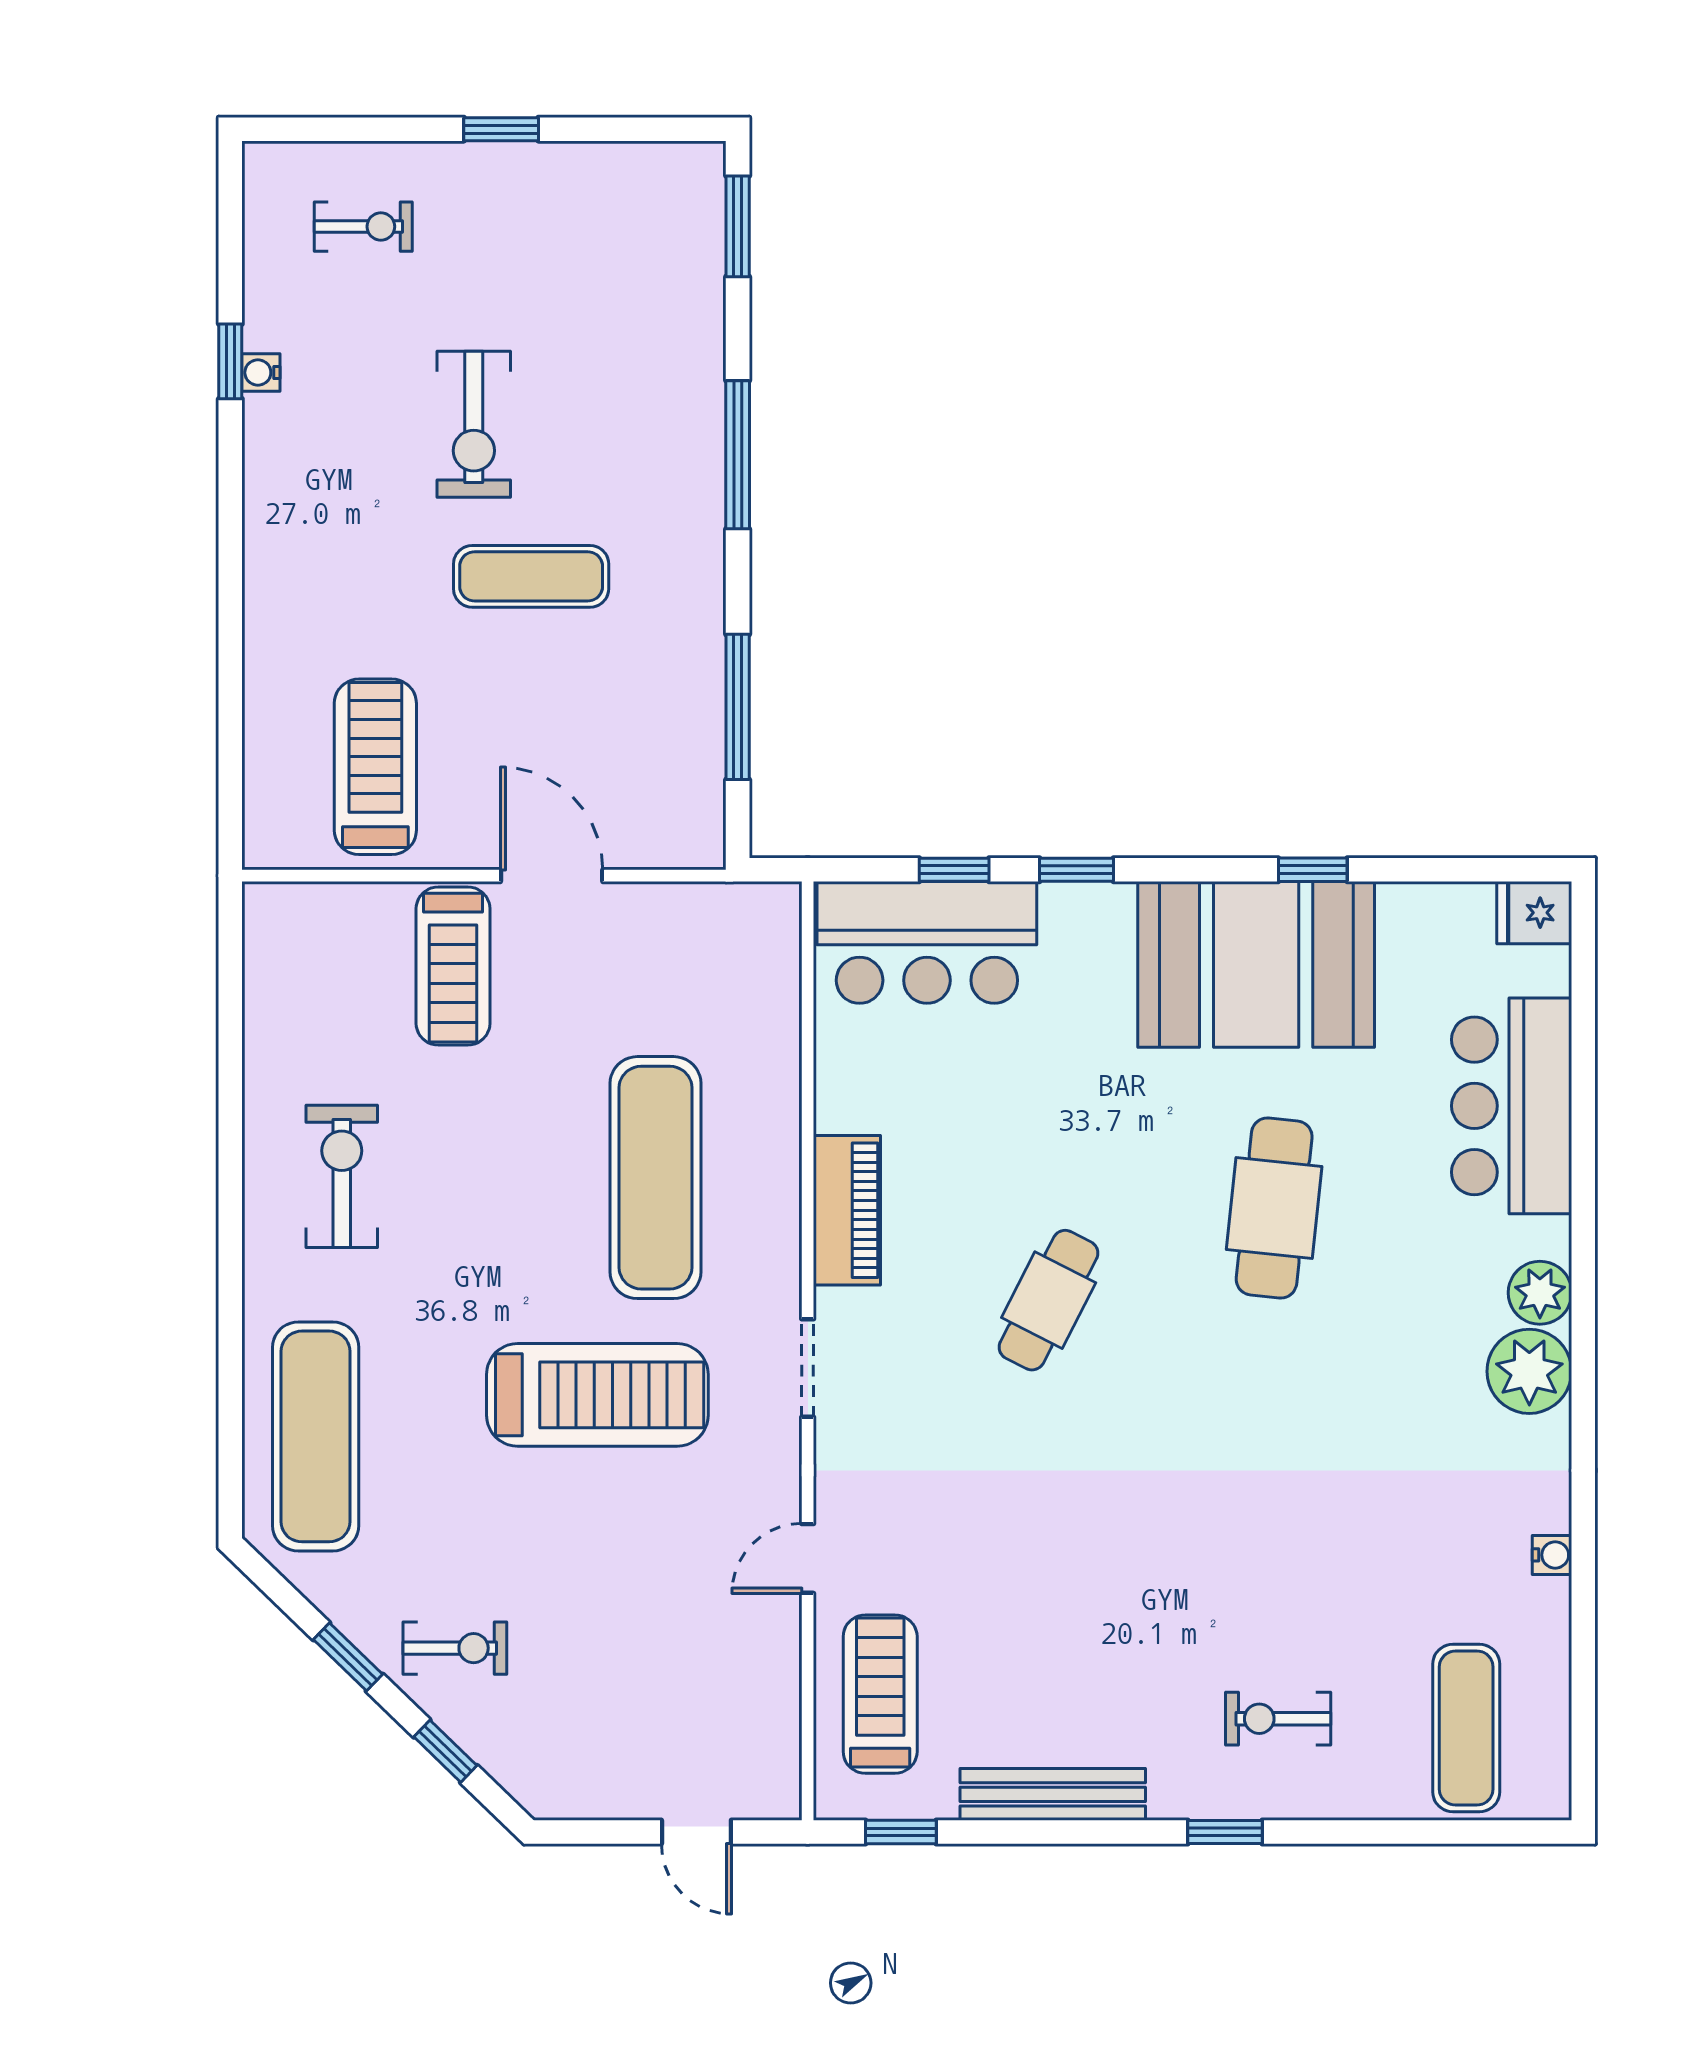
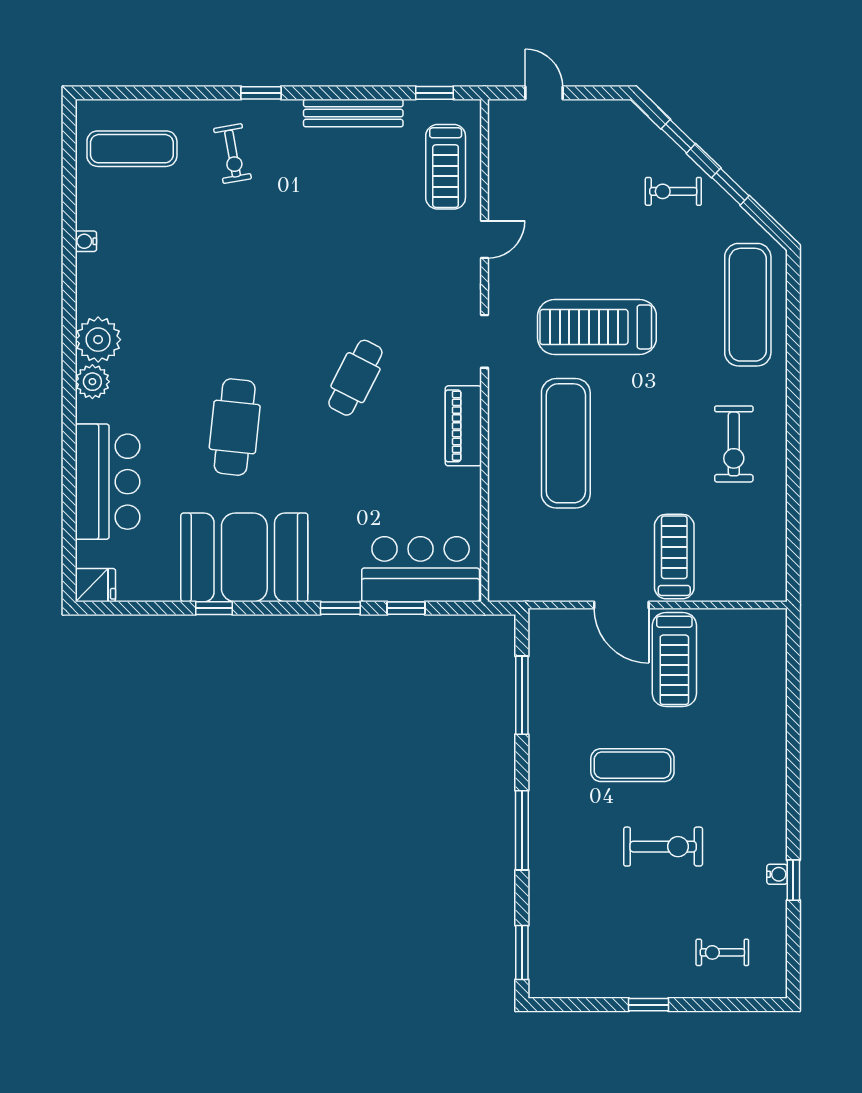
exercise bike: (474, 424) -> (663, 847), turned 90
treadmill: (375, 767) -> (674, 659), moved
exercise bike: (1278, 1719) -> (233, 154), turned 80
exercise mat: (1466, 1728) -> (132, 149), turned 90

